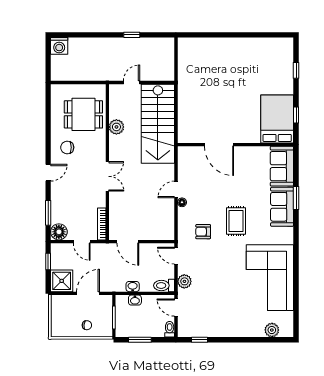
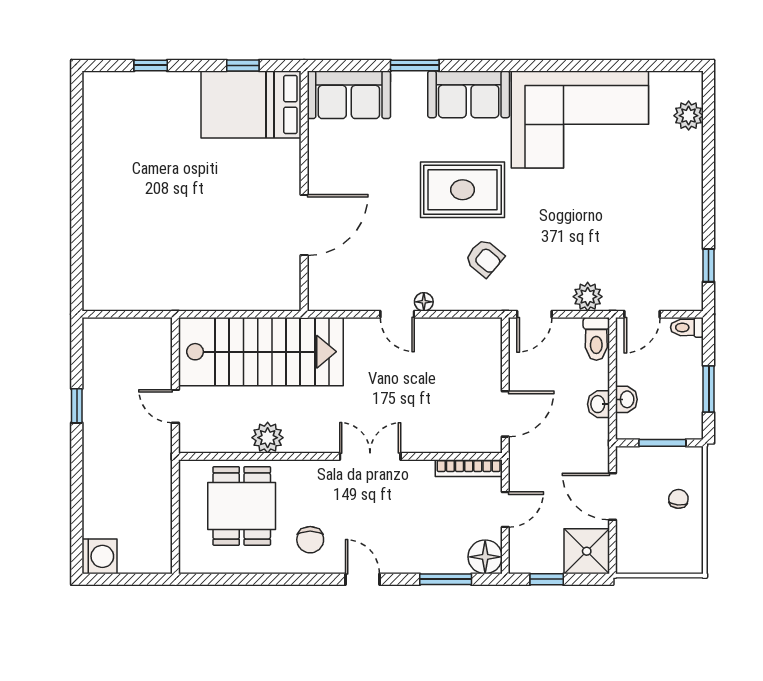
sofa: (282, 207) -> (469, 94), moved
rug: (236, 221) -> (463, 190), width x1.36, depth x1.43
armchair: (203, 232) -> (485, 258), turned -50

